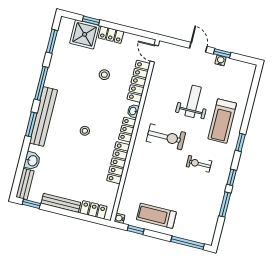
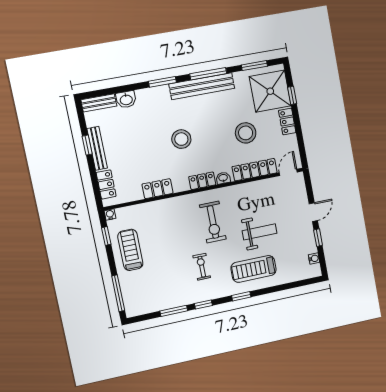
shower: (85, 34) -> (270, 91), width x1.37, depth x1.37
water cooler: (221, 60) -> (314, 258), moved
stool: (104, 75) -> (246, 133), width x1.89, depth x1.89
bench: (43, 116) -> (202, 86), moved
stool: (85, 131) -> (181, 139), width x1.89, depth x1.89
locker: (118, 163) -> (157, 189), width x0.66
window: (31, 204) -> (87, 145), moved

